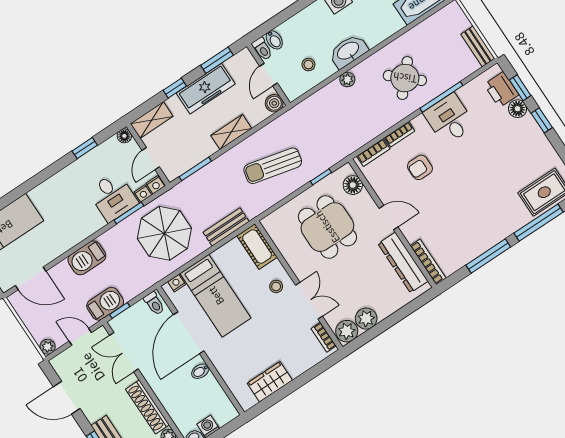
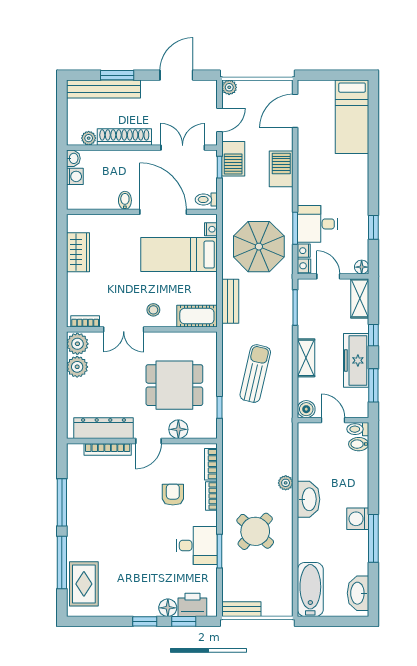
stool: (308, 65) -> (319, 459), removed
window: (441, 97) -> (219, 551), width x0.69
floor lamp: (353, 185) -> (178, 429), moved
bookcase: (428, 262) -> (108, 449), moved

